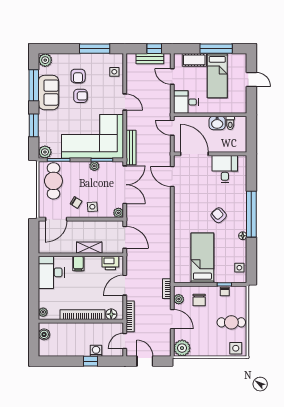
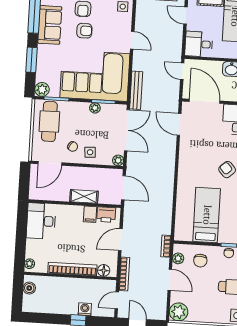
filing cabinet: (78, 264) -> (90, 214), moved

